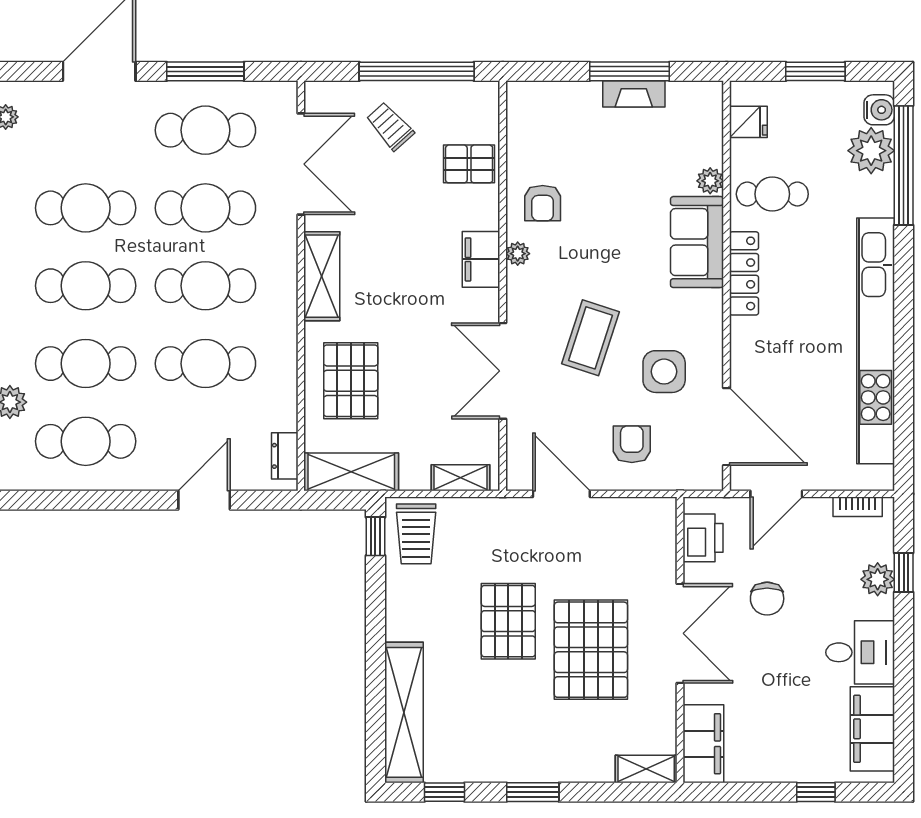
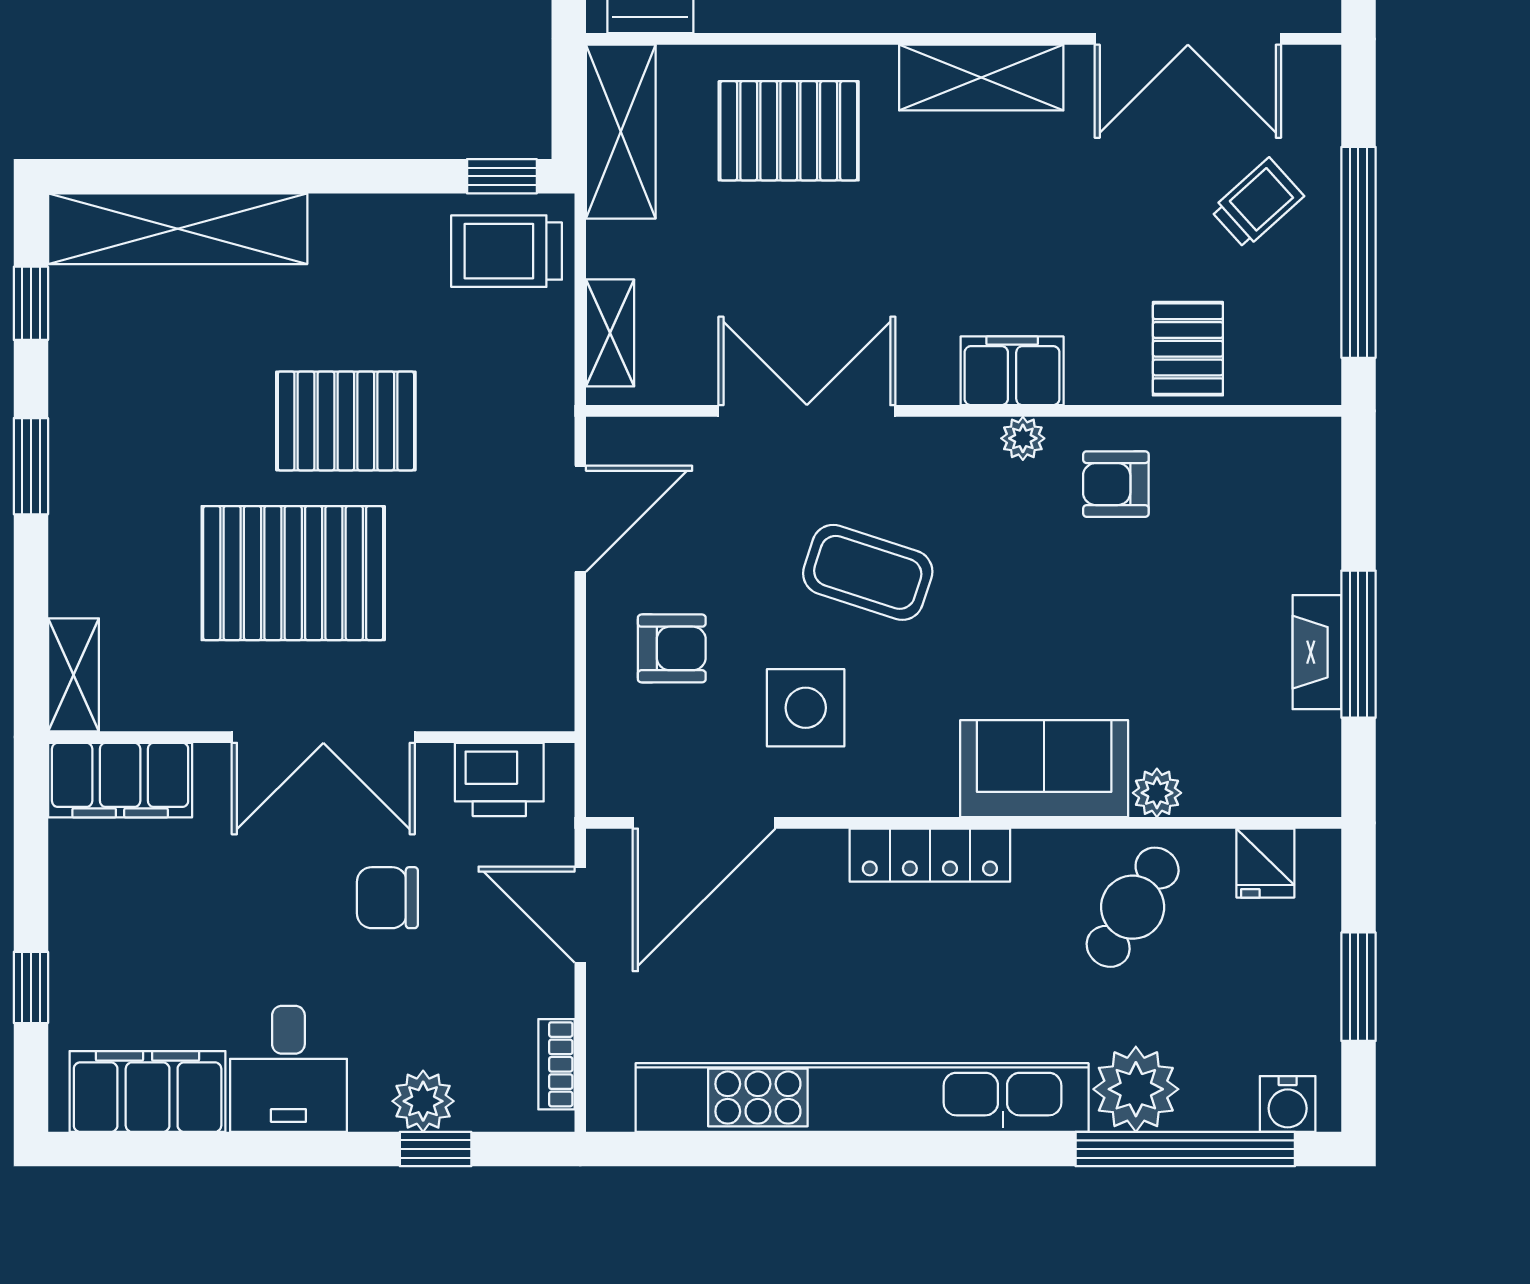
plant: (871, 151) -> (1136, 1089), moved
cafe table: (772, 194) -> (1133, 907), turned 32
locker: (744, 273) -> (930, 855), moved

